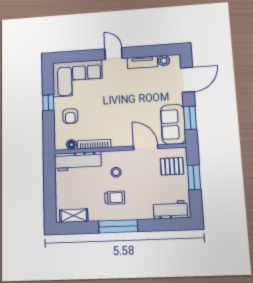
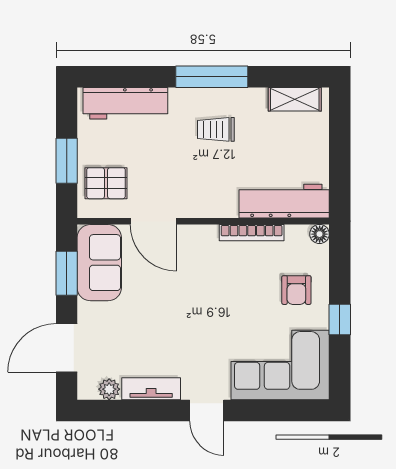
armchair: (70, 116) -> (296, 290), turned 180
floor lamp: (71, 145) -> (320, 234), moved
stool: (116, 172) -> (212, 177), removed
workbench: (170, 210) -> (125, 103), width x1.38

